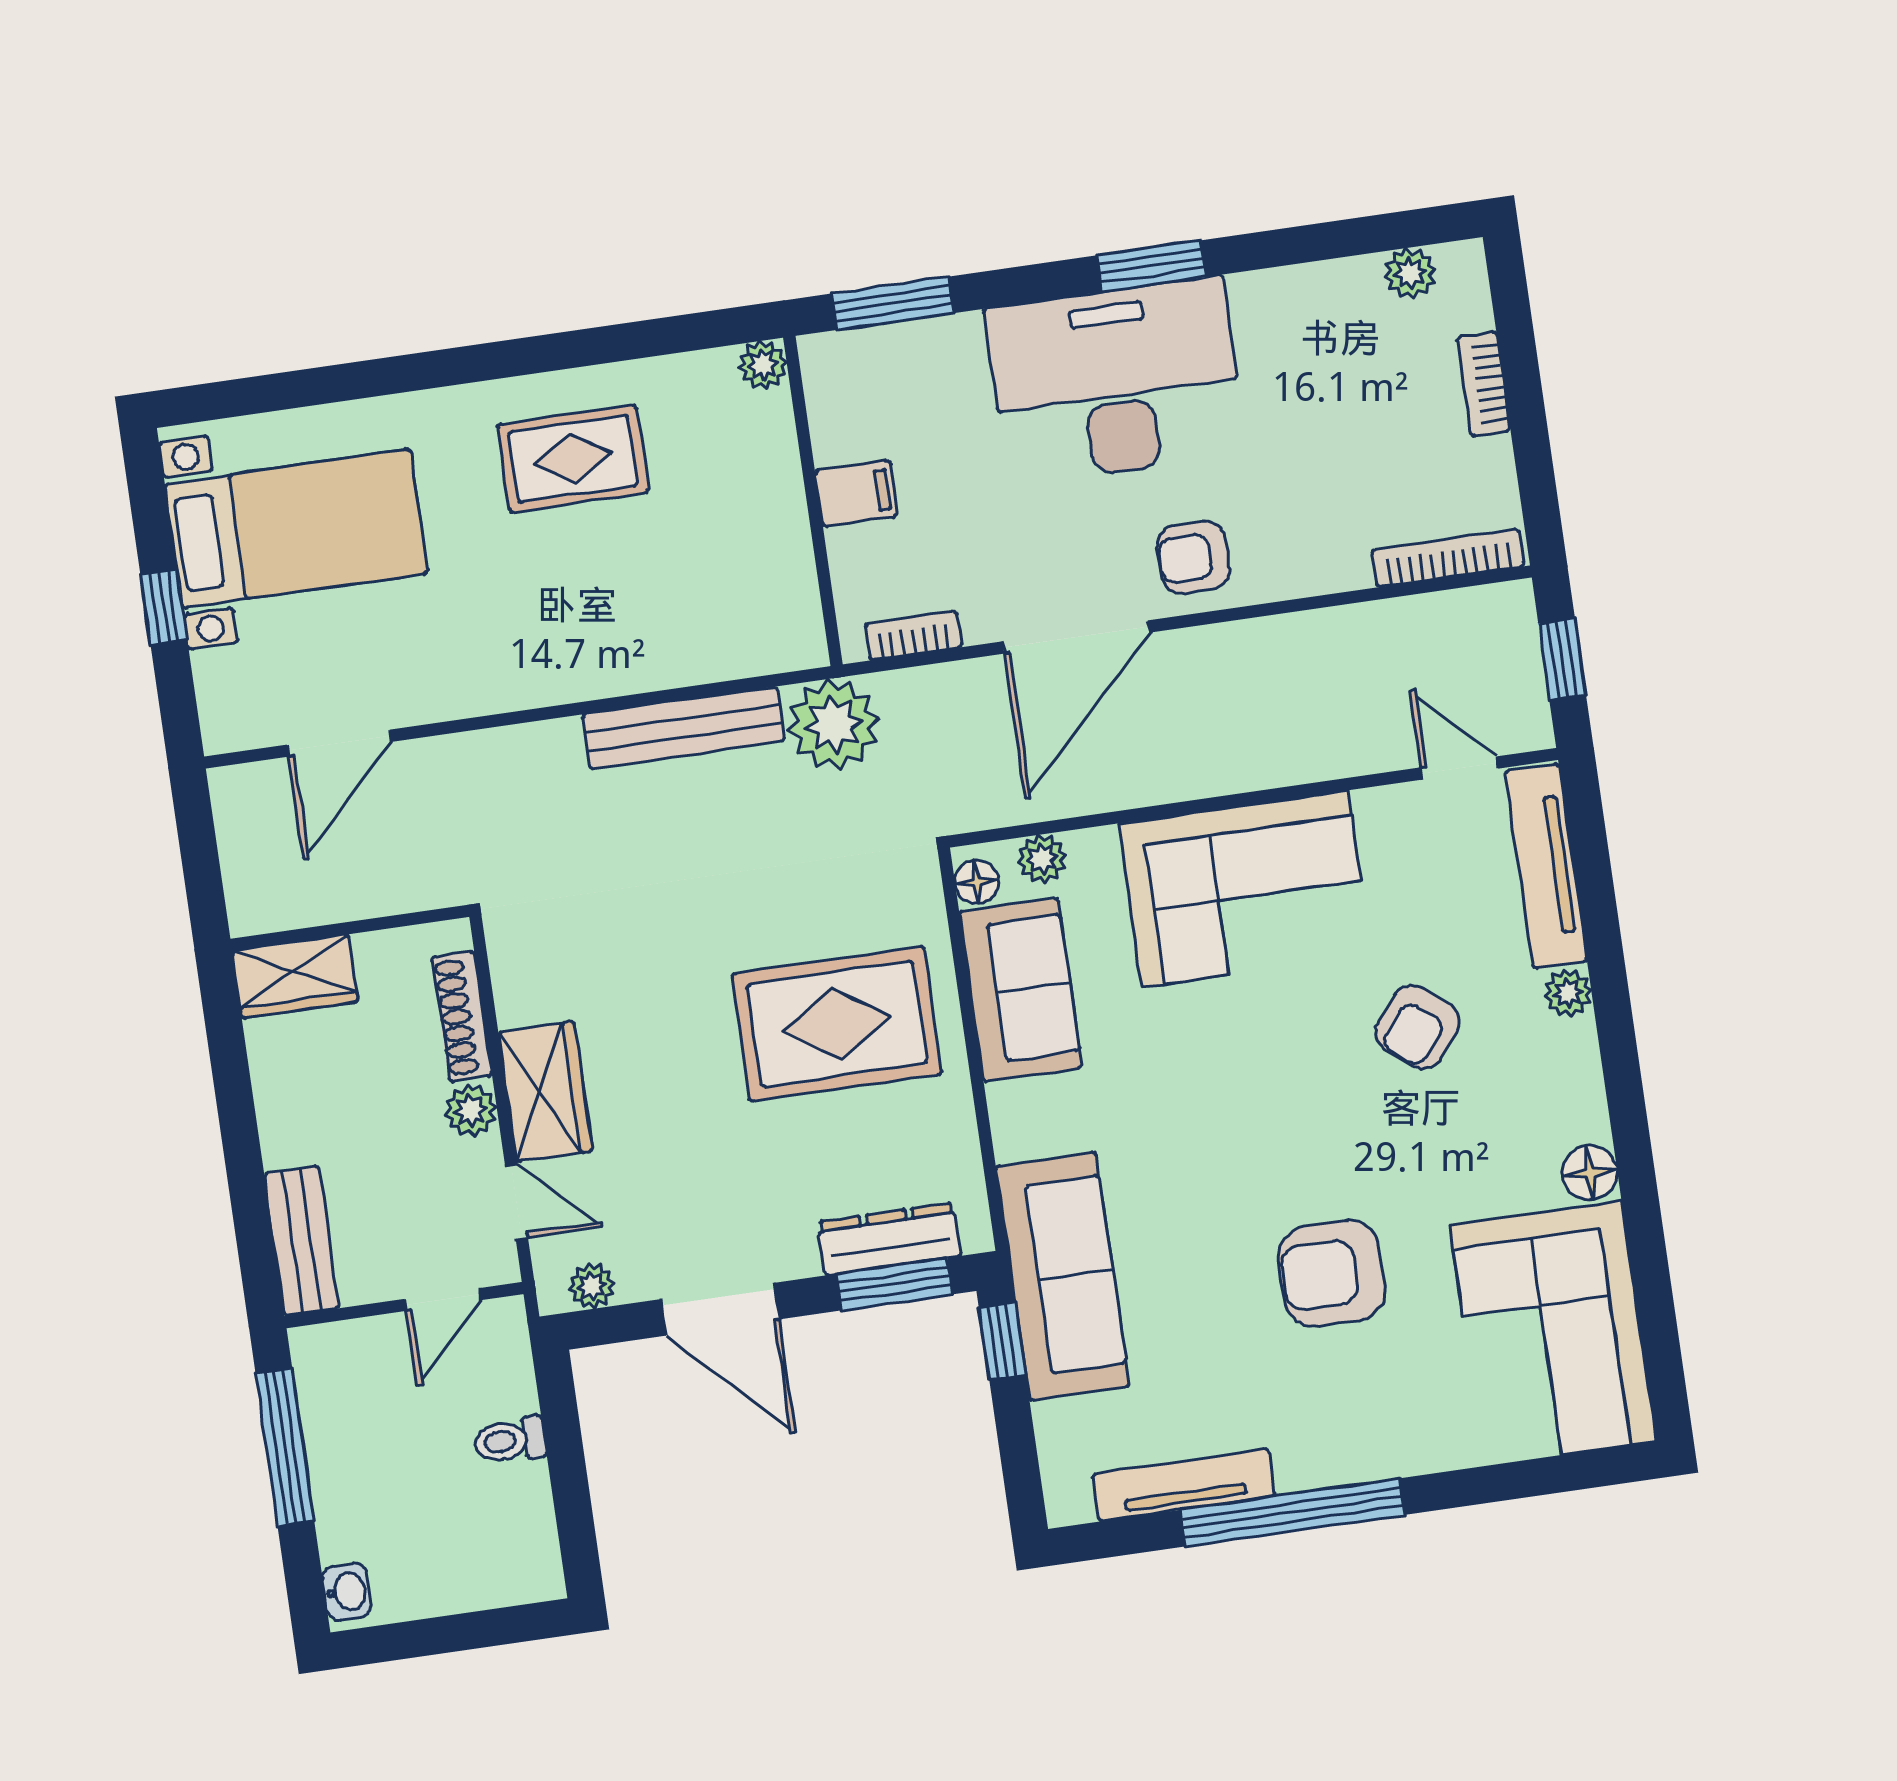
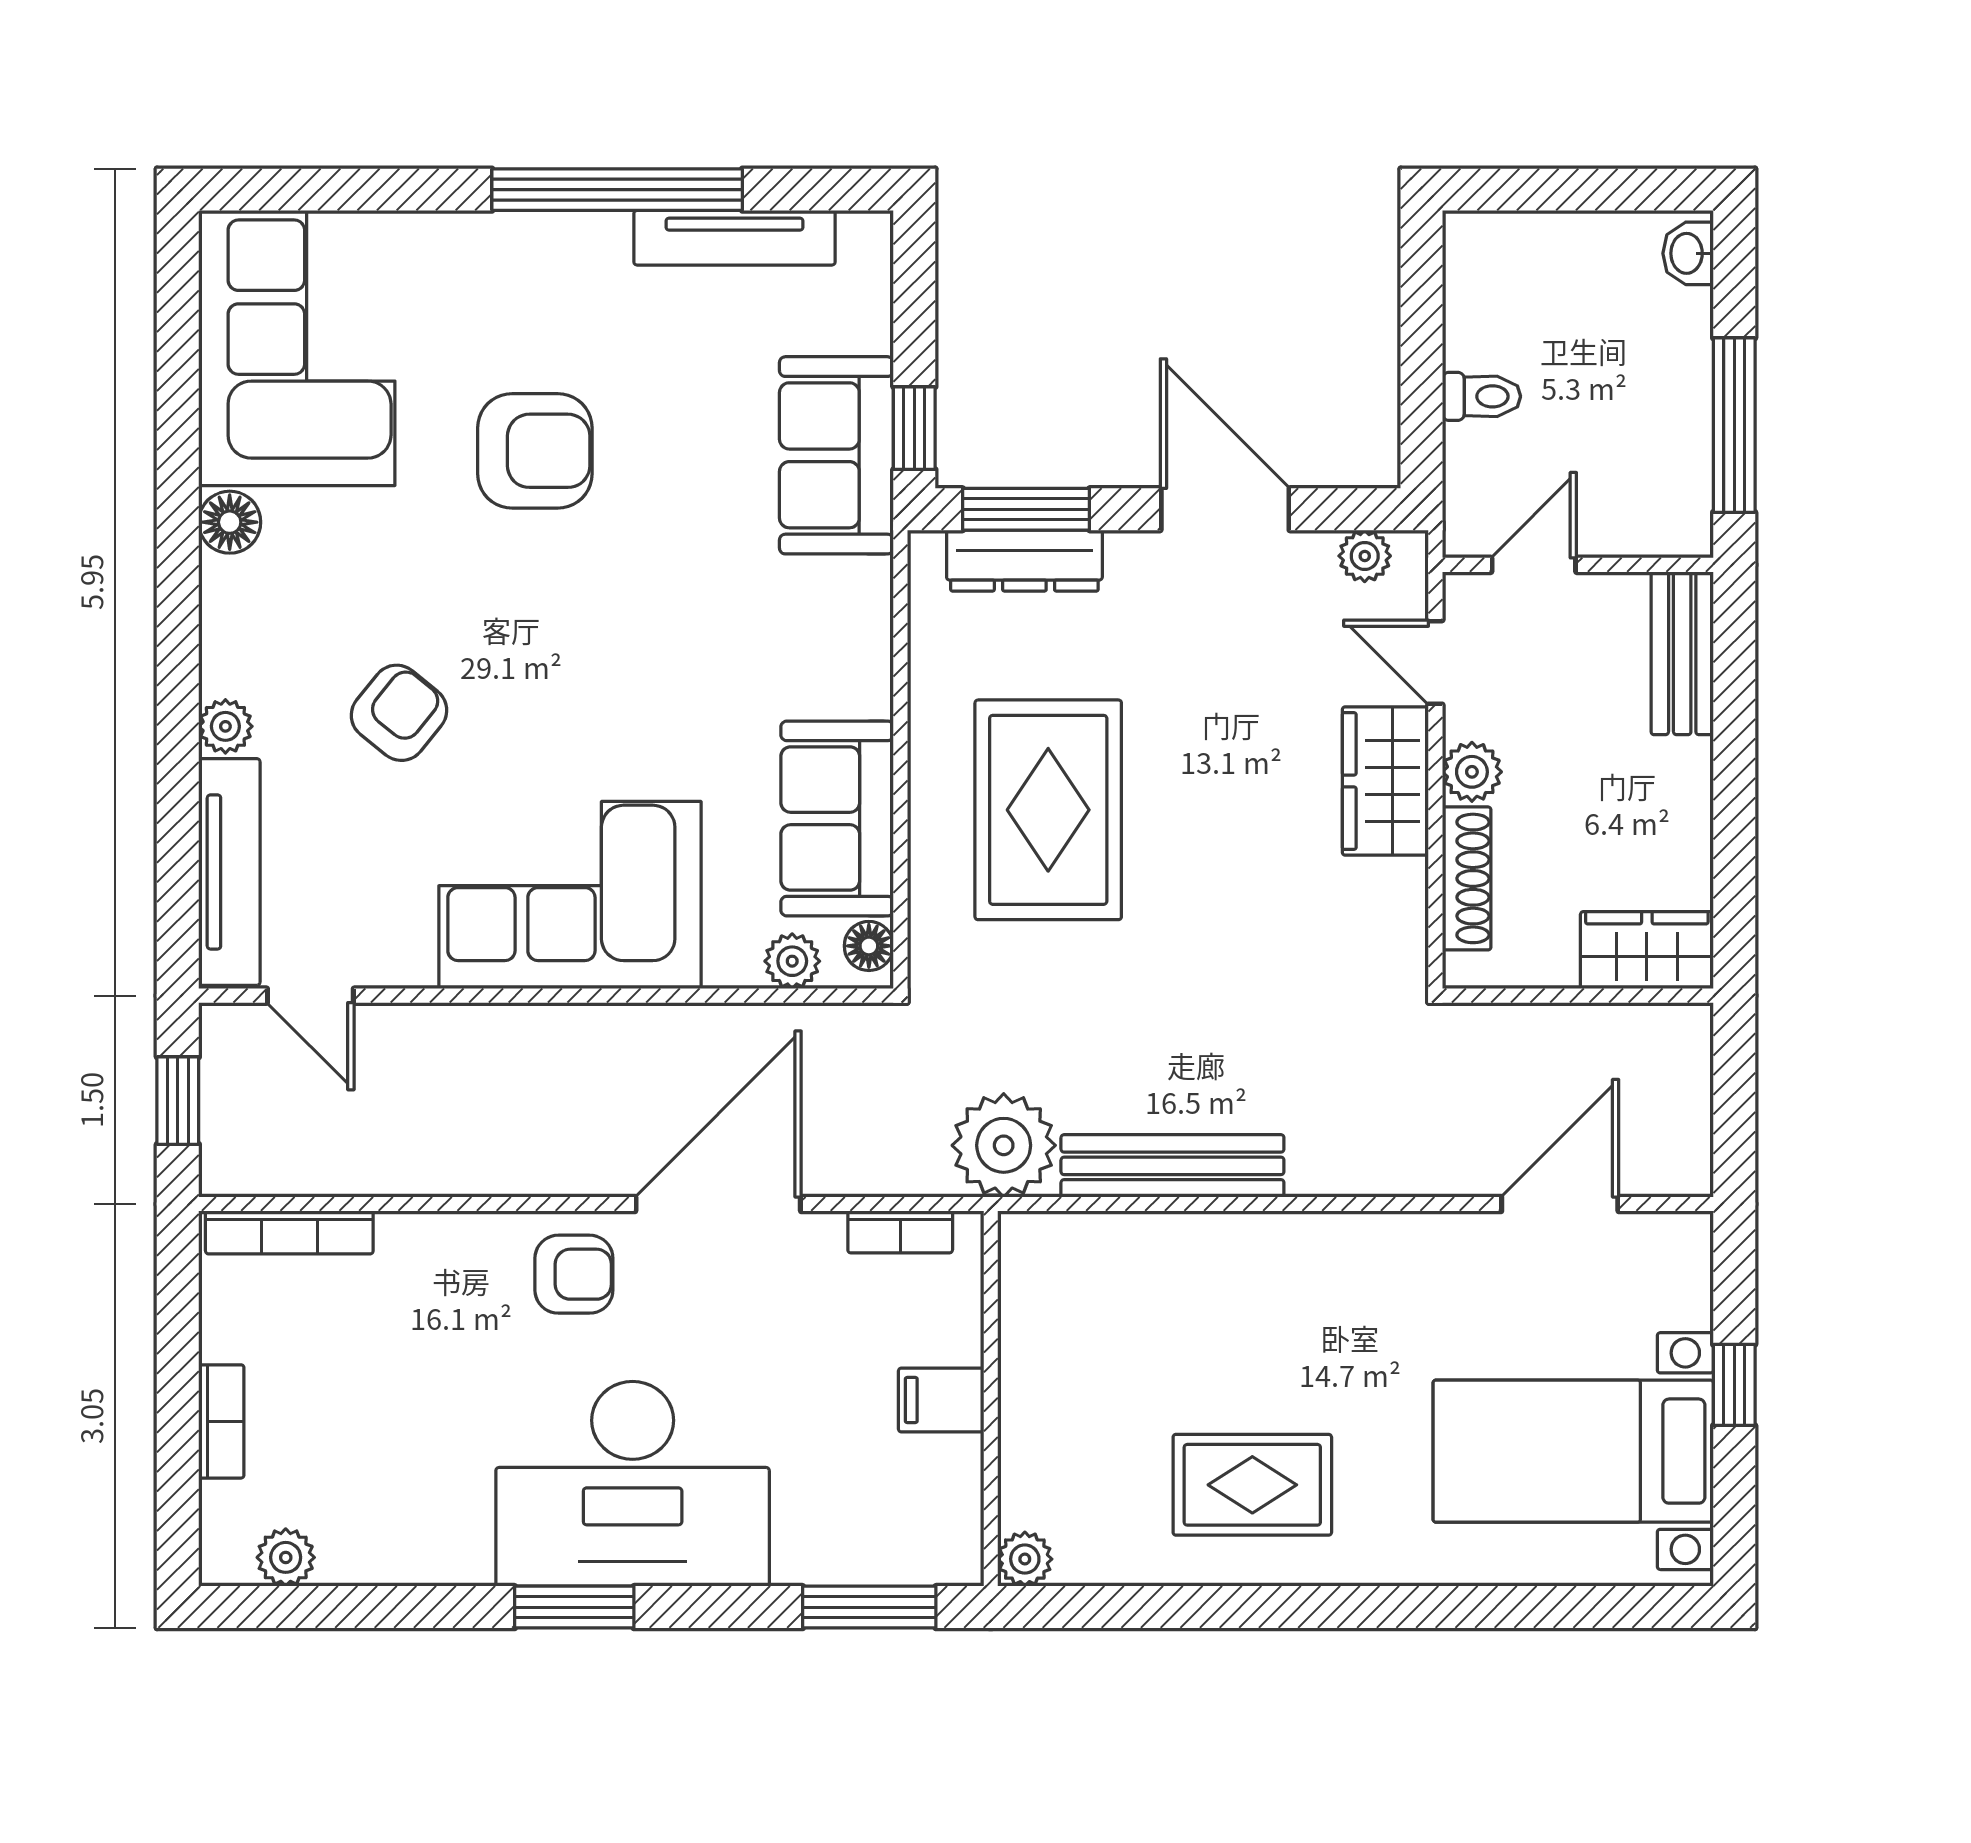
rug: (837, 1024) -> (1048, 810), turned 90
sofa: (1063, 1276) -> (836, 455), width x0.73

